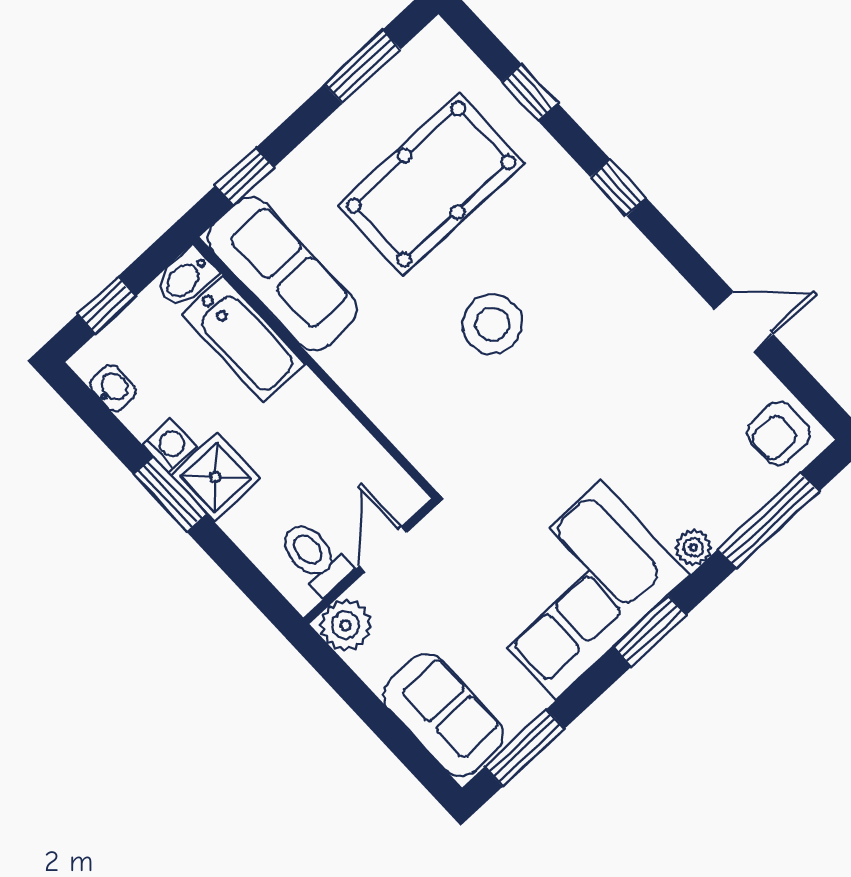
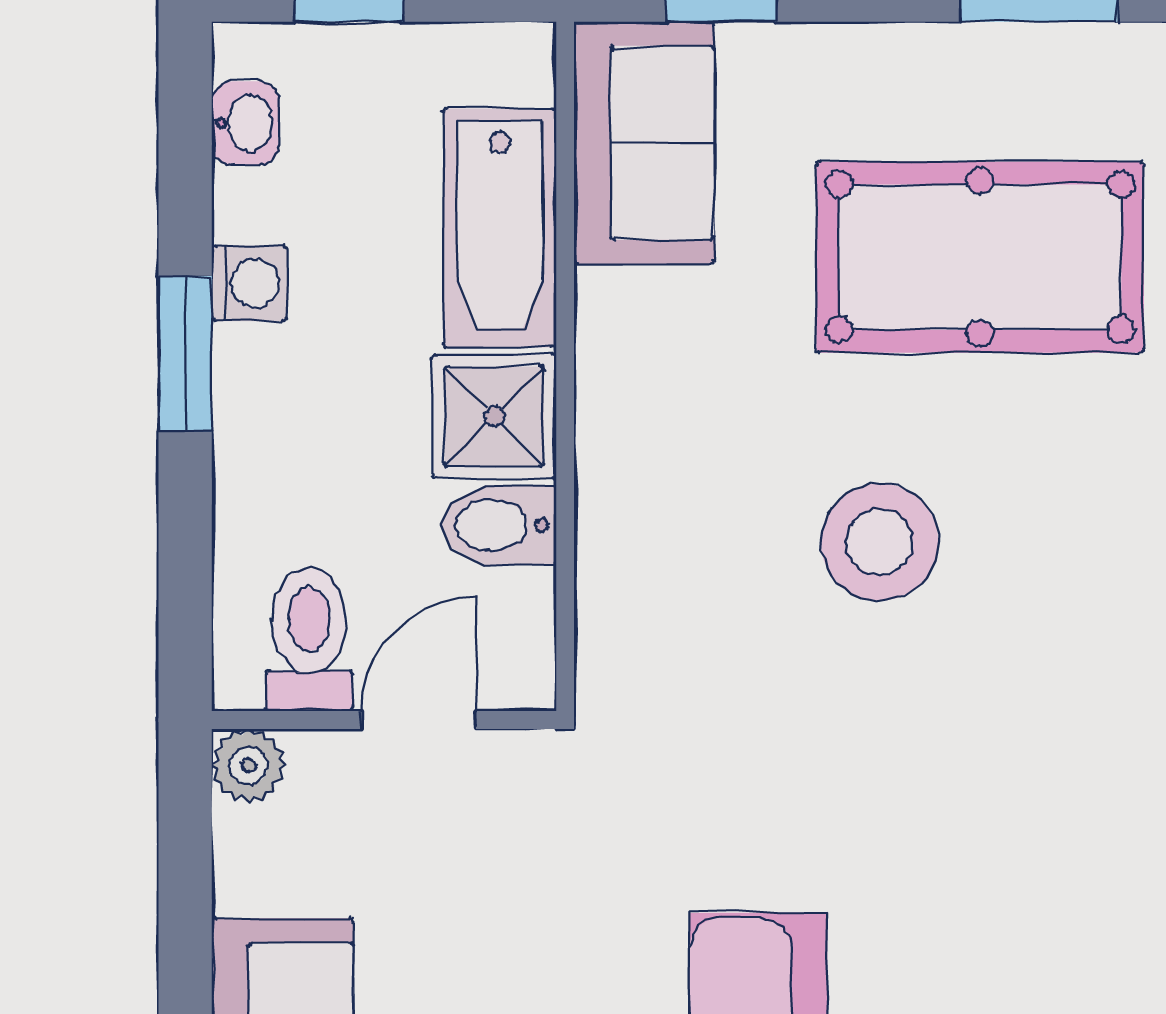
sofa: (282, 274) -> (644, 143), width x0.73
bidet: (186, 278) -> (499, 525), moved
shower: (215, 477) -> (494, 416), moved
plant: (346, 625) -> (248, 766), width x0.73, depth x0.73

